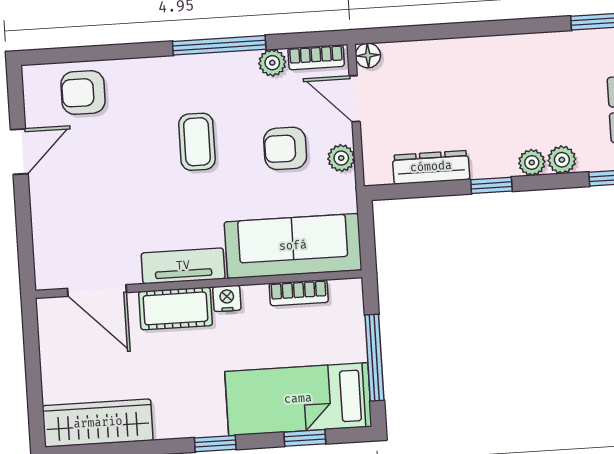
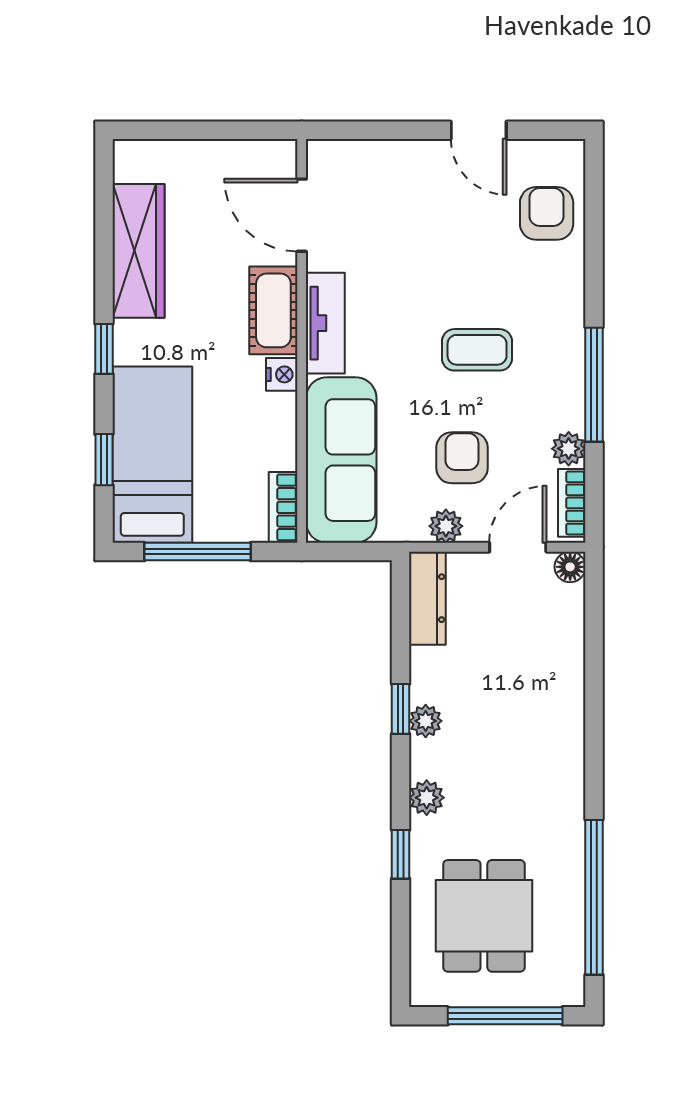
plant: (532, 163) -> (426, 721), moved
dresser: (431, 167) -> (427, 598), moved
door: (97, 290) -> (302, 215), hinge flipped
bookcase: (299, 293) -> (283, 507), moved
wardrobe: (98, 423) -> (138, 251), moved

